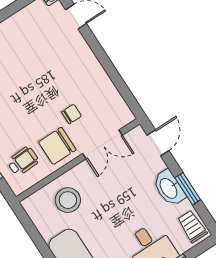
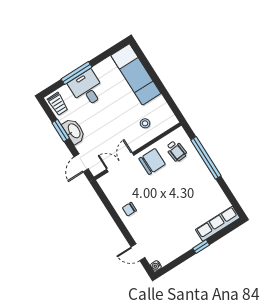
chair: (71, 114) -> (129, 209), moved
wheelchair: (23, 161) -> (176, 151), turned -93
stool: (68, 200) -> (145, 123), width x0.53, depth x0.53

